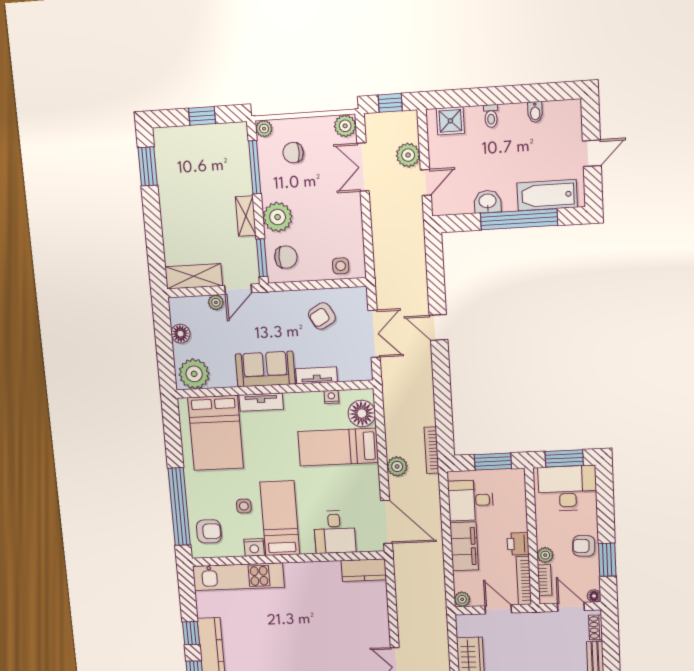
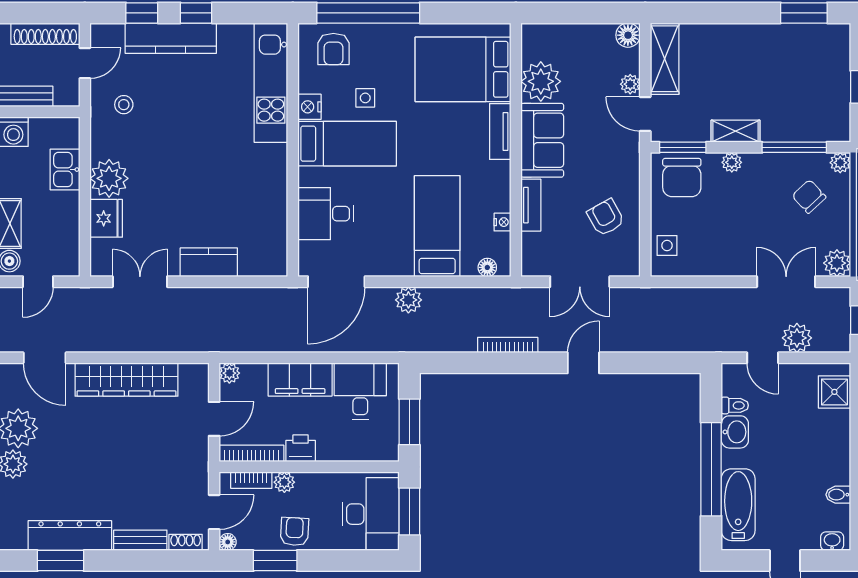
washbasin: (574, 115) -> (832, 541), added
toilet: (491, 116) -> (735, 405), moved, turned 180
chair: (293, 153) -> (809, 196), turned -43
plant: (278, 217) -> (732, 162), width x0.53, depth x0.53
chair: (286, 257) -> (682, 178), width x1.37, depth x1.37
floor lamp: (180, 334) -> (628, 35), moved
plant: (194, 374) -> (541, 81), moved
floor lamp: (362, 413) -> (487, 267), width x0.53, depth x0.53
bookcase: (431, 450) -> (508, 345), moved
kitchen counter: (364, 570) -> (209, 262), moved, turned 90

